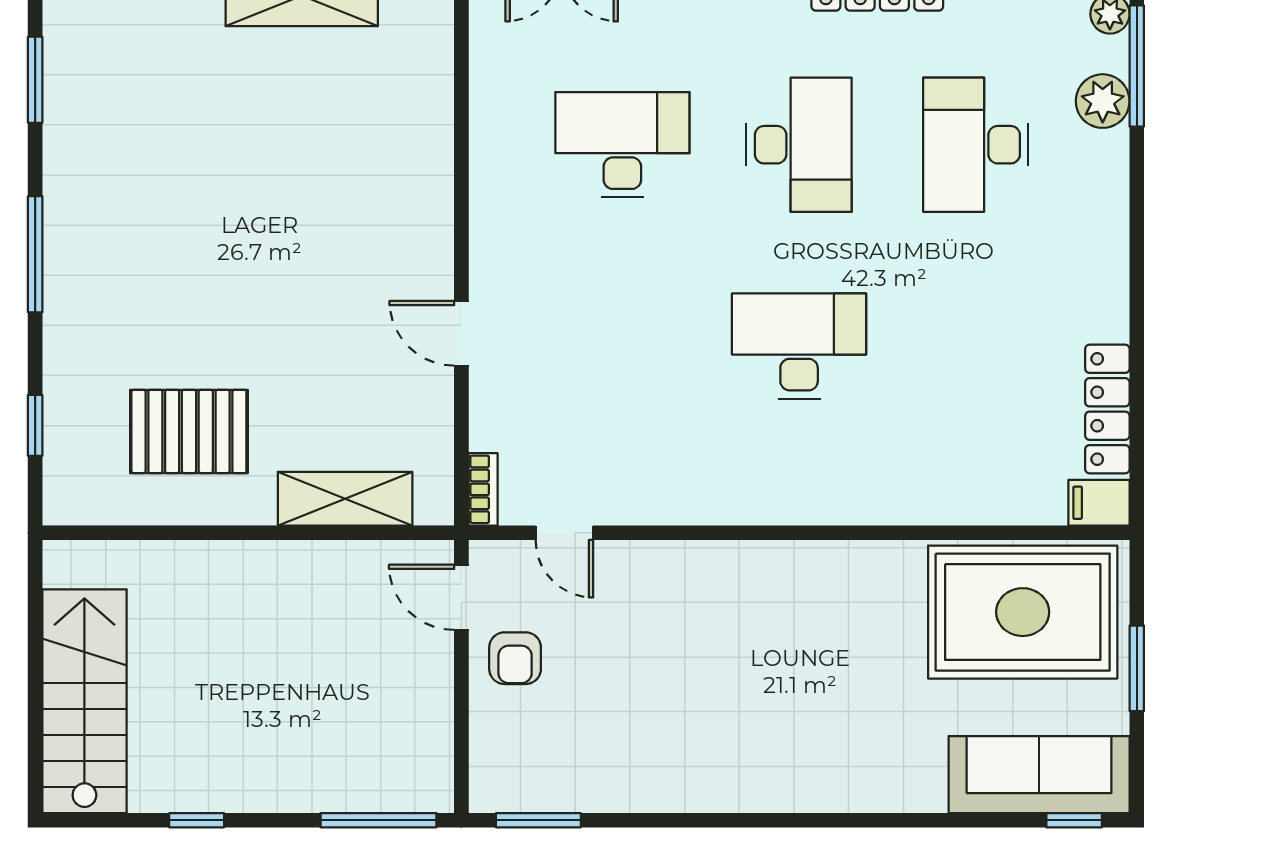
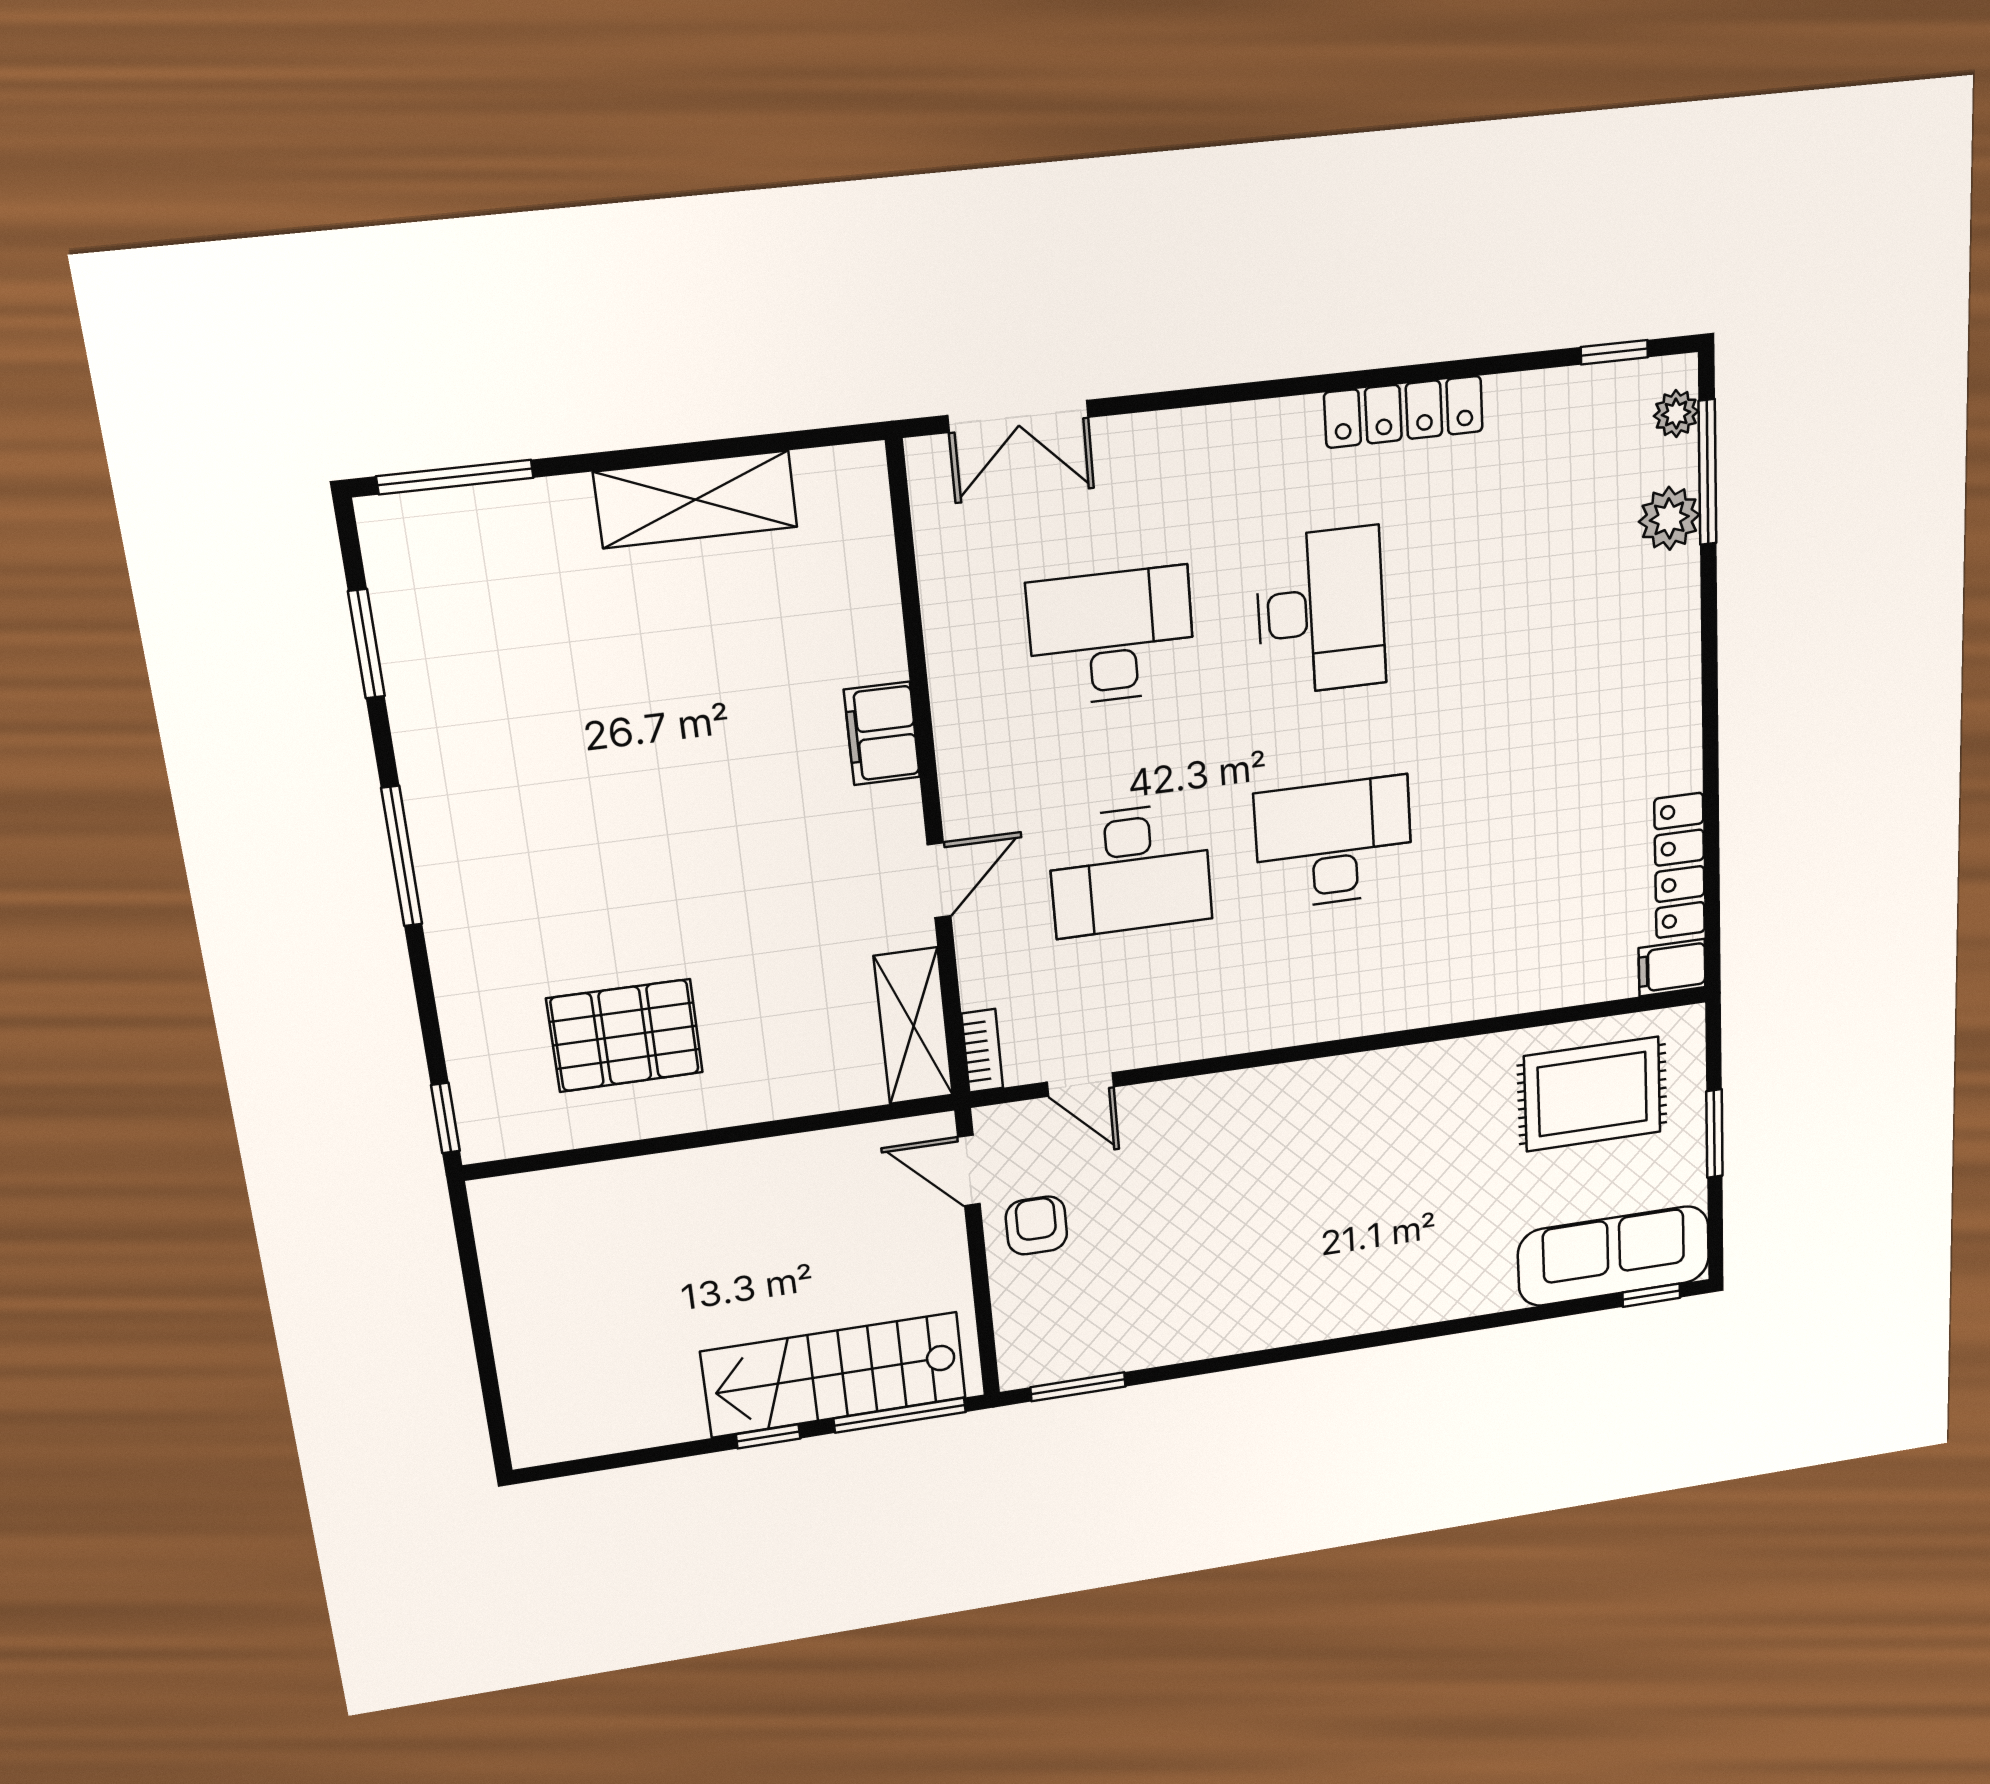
desk: (976, 145) -> (1130, 870), moved, turned -90
filing cabinet: (427, 202) -> (882, 734), added
door: (461, 333) -> (939, 880), swing flipped
window: (35, 425) -> (445, 1118), moved
shelving: (345, 499) -> (913, 1026), moved, turned 90
rug: (1023, 612) -> (1592, 1094), width x0.73, depth x0.69
armchair: (515, 658) -> (1036, 1226), turned 180
stairs: (84, 701) -> (834, 1375), moved, turned -90
window: (197, 820) -> (768, 1436), moved

